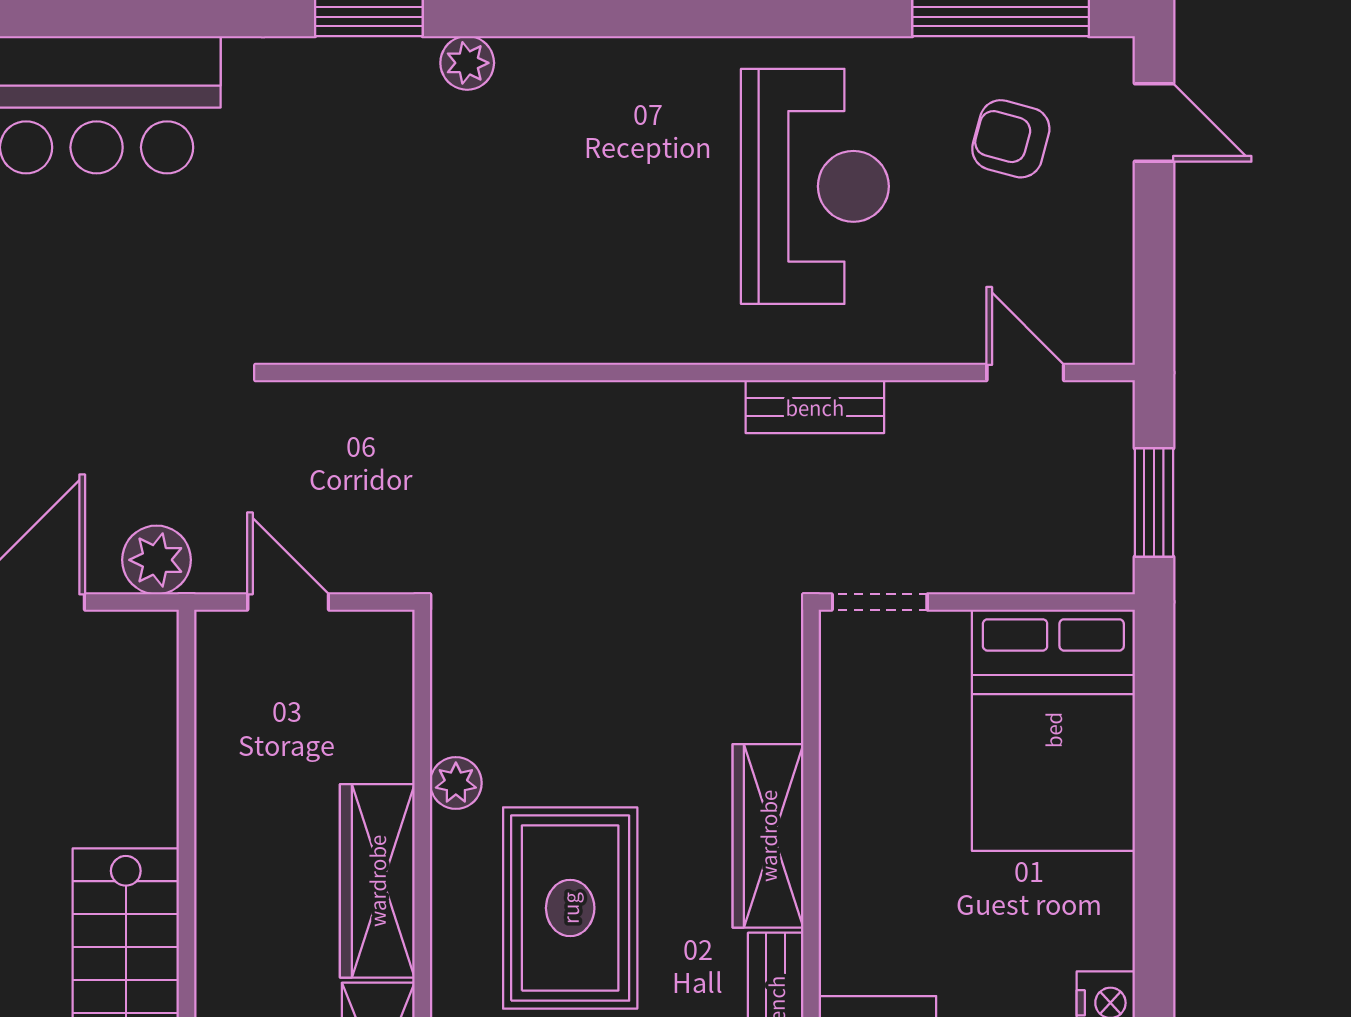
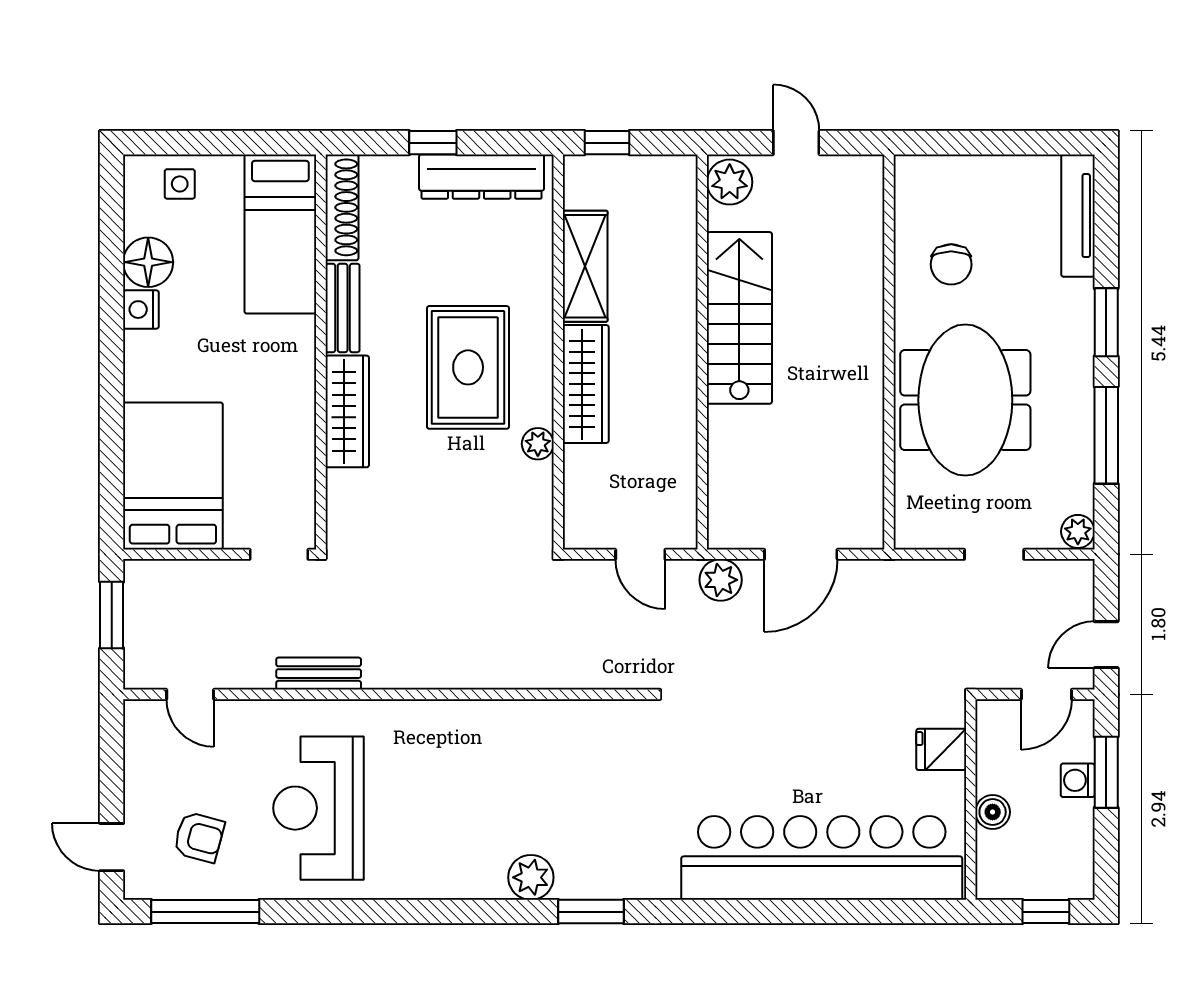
plant: (467, 63) -> (531, 877), width x1.38, depth x1.38

